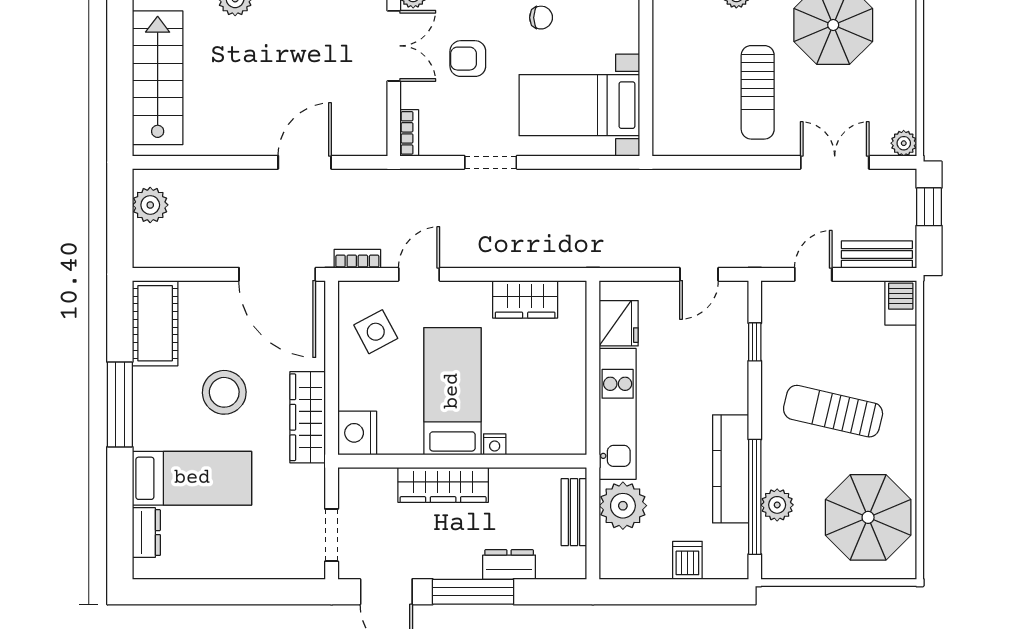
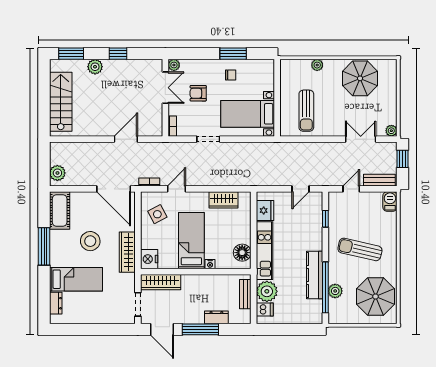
sun lounger: (758, 92) -> (306, 111), moved
plant: (150, 205) -> (57, 173), moved
floor lamp: (567, 418) -> (242, 253), added
wardrobe: (443, 485) -> (161, 282), moved
dishwasher: (687, 560) -> (265, 309), moved, turned 90

